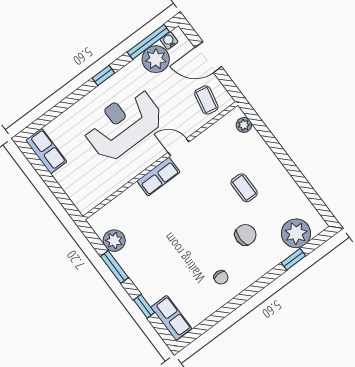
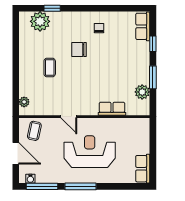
plant: (156, 59) -> (45, 174), removed
window: (103, 76) -> (81, 186), width x2.17
reception desk: (123, 124) -> (90, 152), turned 180
row of seats: (158, 177) -> (112, 109), moved
chair: (245, 235) -> (79, 49), moved

